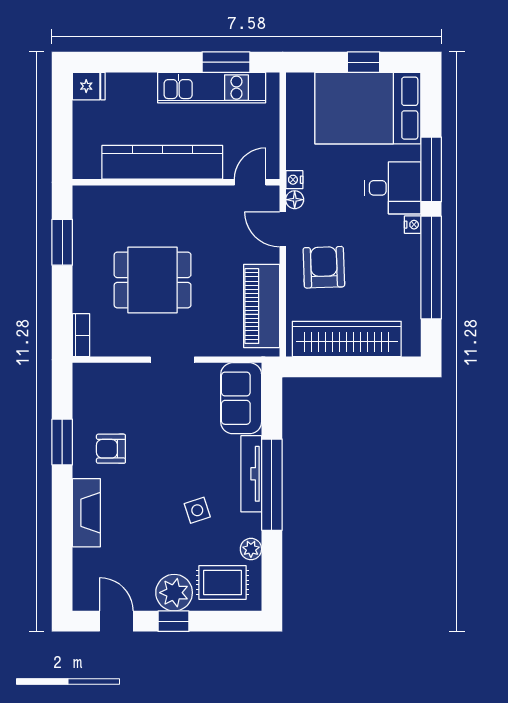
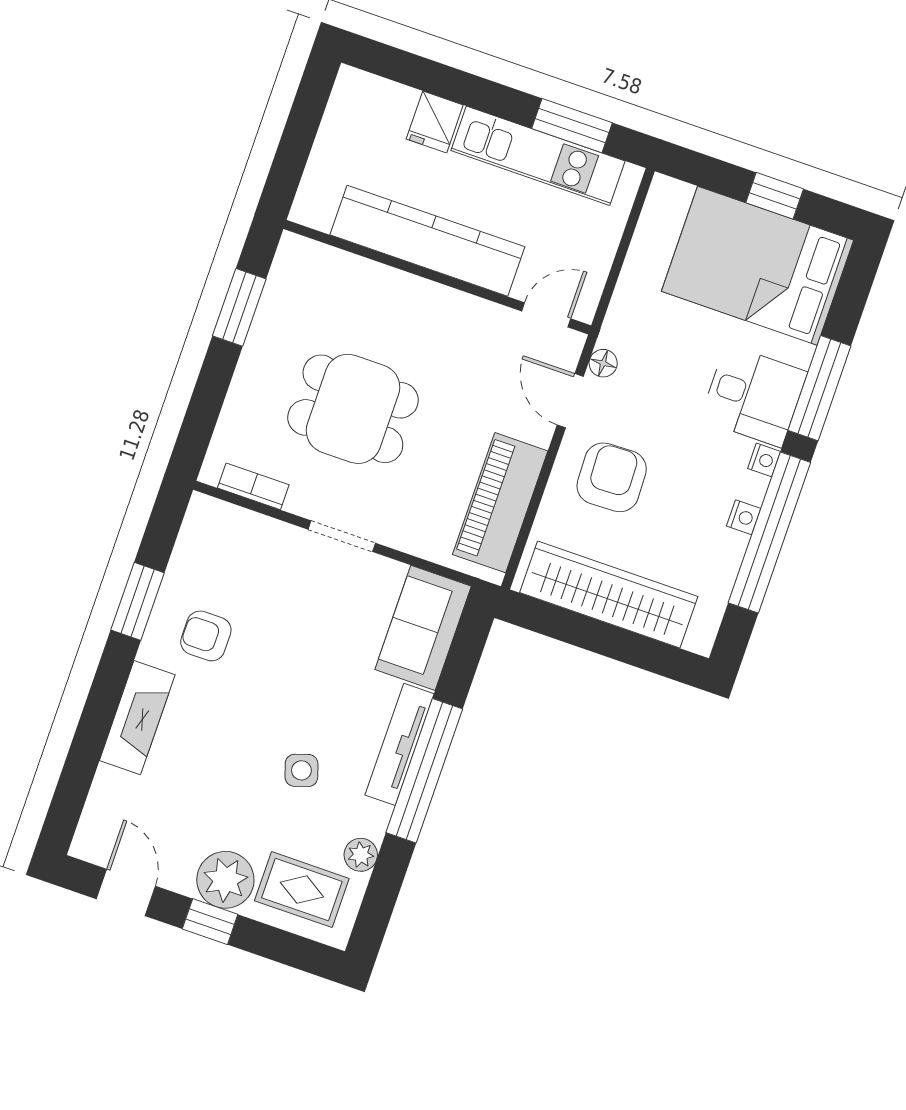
fridge: (89, 86) -> (435, 122), moved, turned 90
nightstand: (294, 180) -> (744, 517), moved, turned 180
bookcase: (81, 335) -> (253, 486), moved, turned -90

